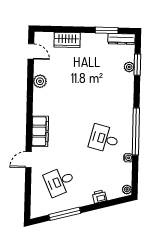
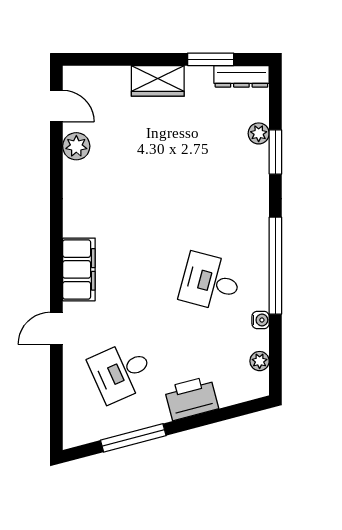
wardrobe: (67, 40) -> (158, 81), moved
window: (137, 65) -> (275, 152), moved
plant: (40, 81) -> (76, 146), moved
plant: (127, 189) -> (260, 361), moved
printer: (99, 197) -> (191, 398), width x1.87, depth x1.48

